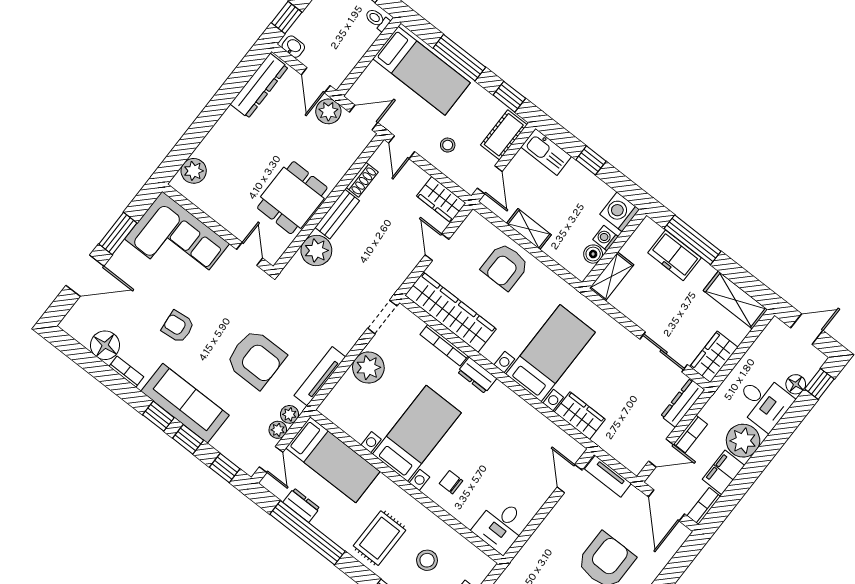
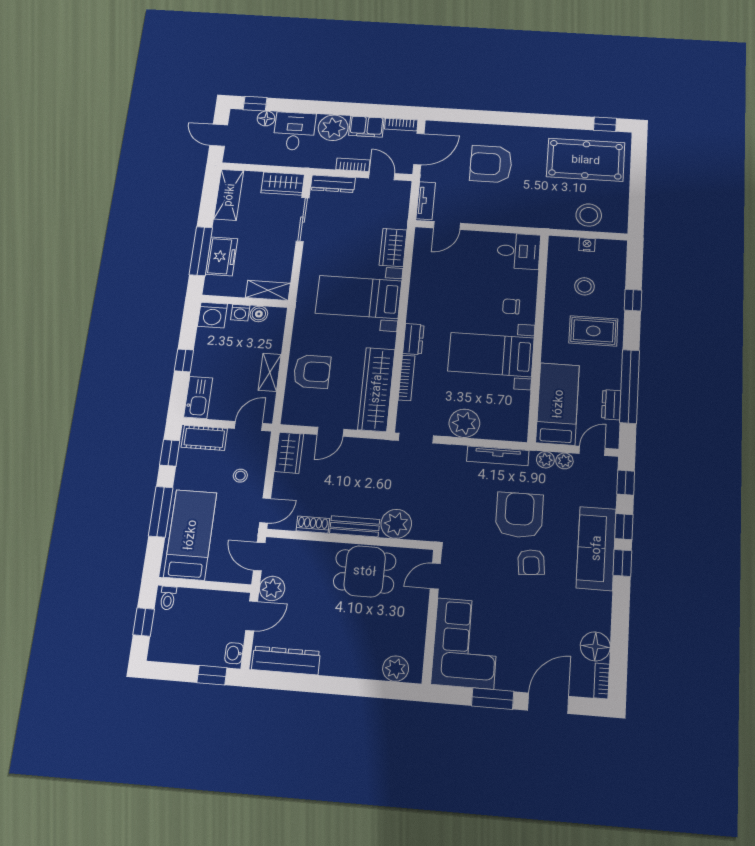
door: (85, 276) -> (548, 703), hinge flipped
armchair: (178, 327) -> (531, 562), moved
bookcase: (126, 372) -> (602, 681), moved
chair: (451, 482) -> (511, 306), turned 90

